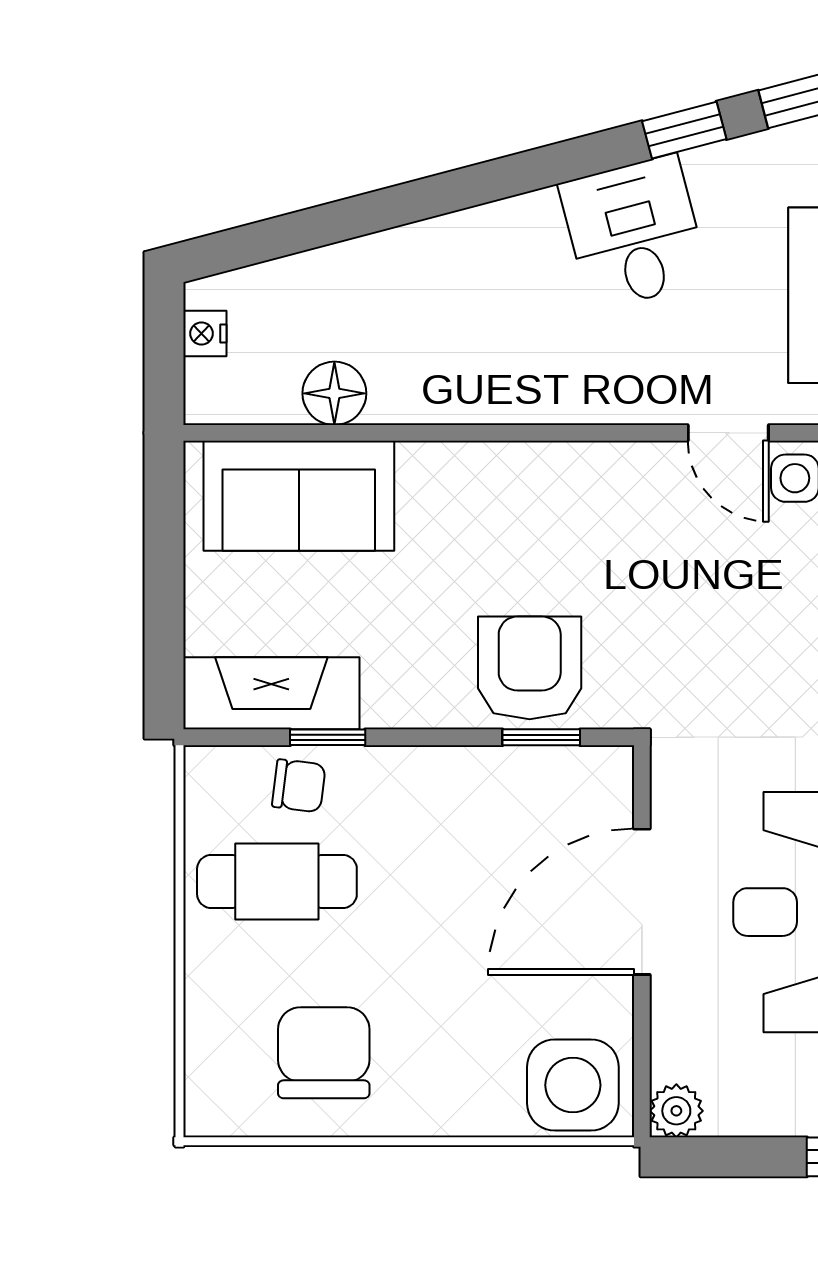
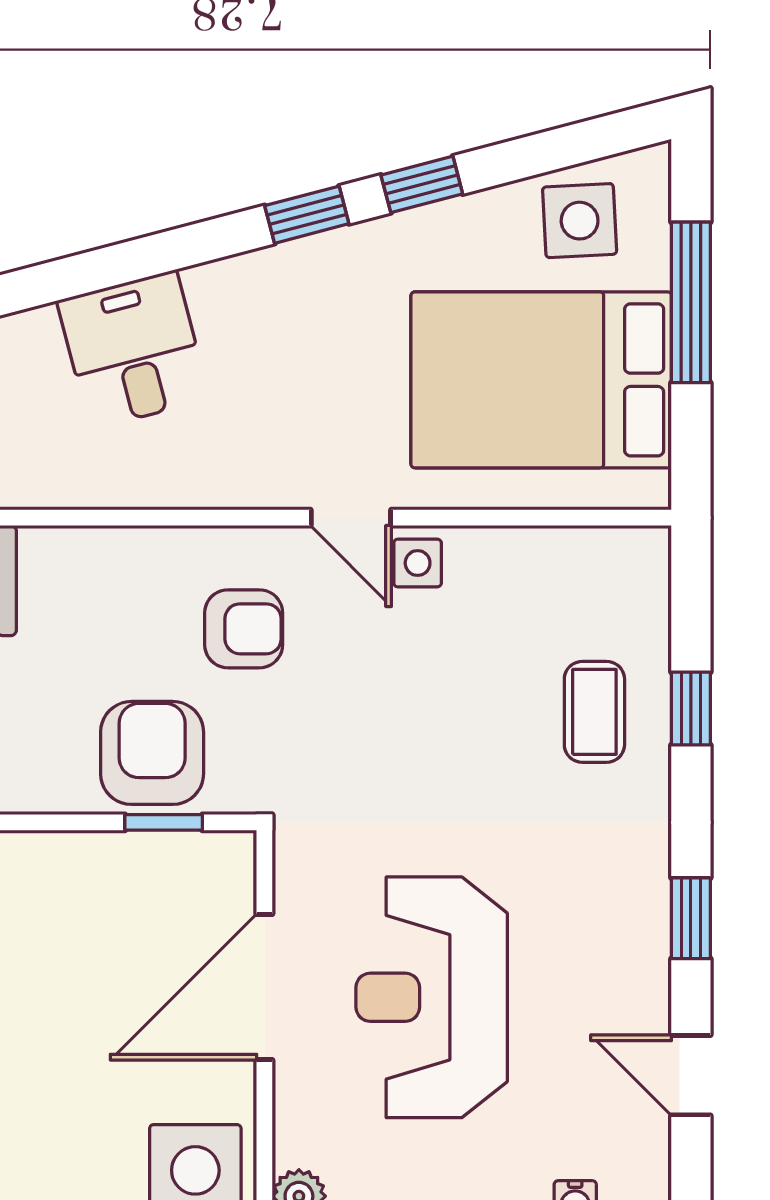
desk: (634, 233) -> (133, 350), moved
armchair: (621, 544) -> (244, 629), added

